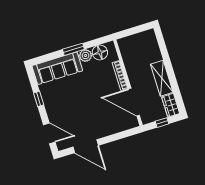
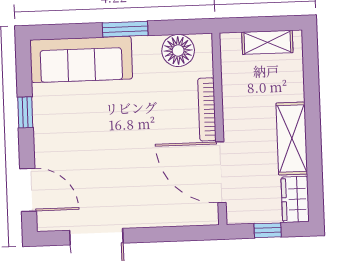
shelving: (139, 38) -> (267, 42), added
plant: (86, 56) -> (147, 49), removed

